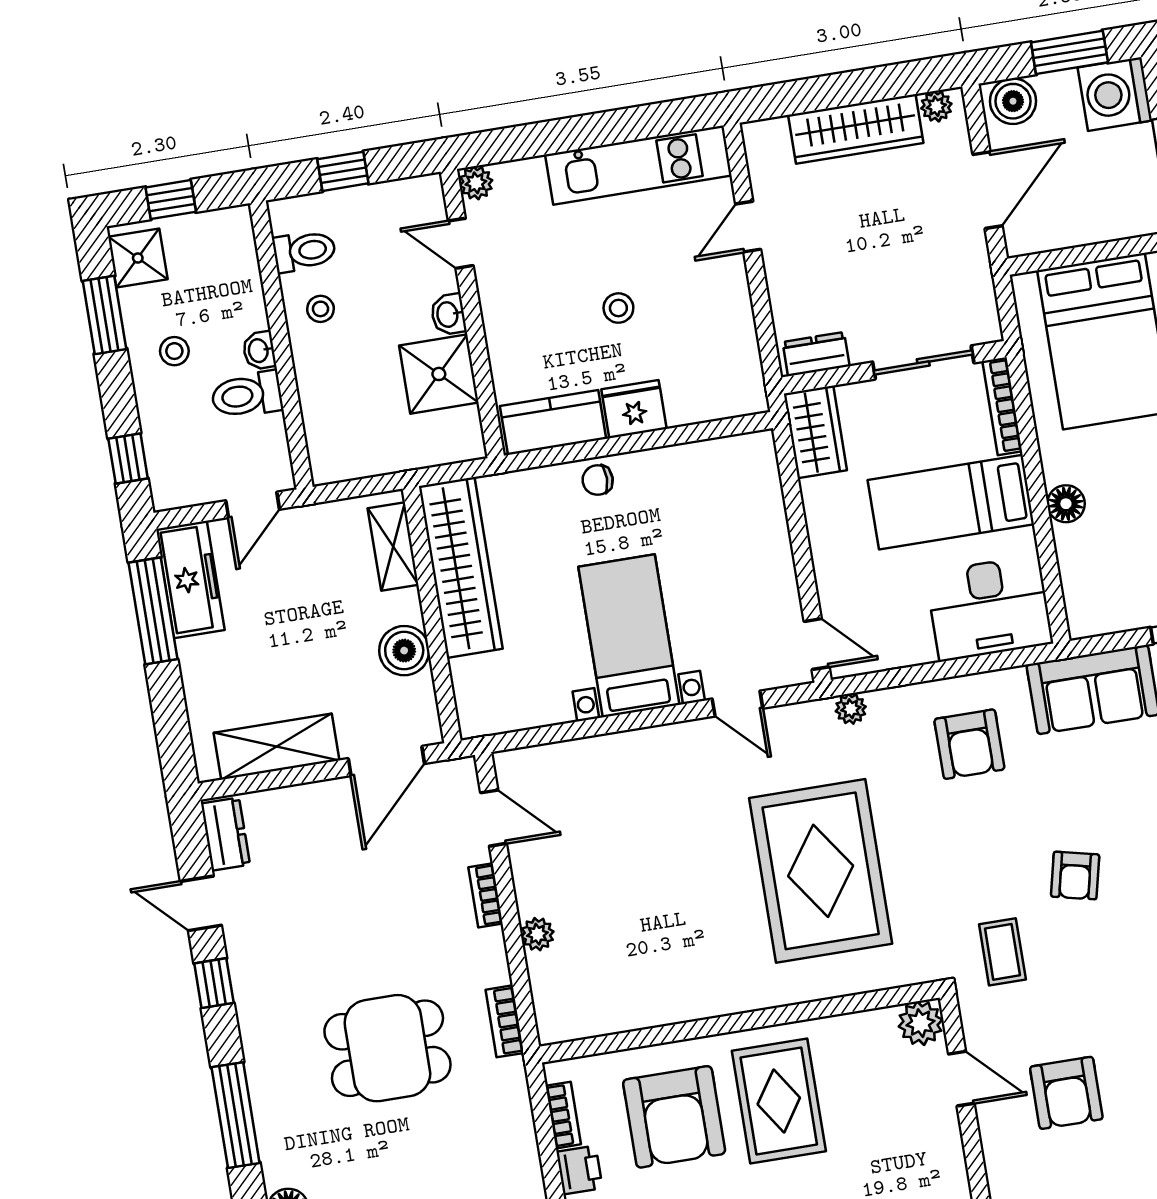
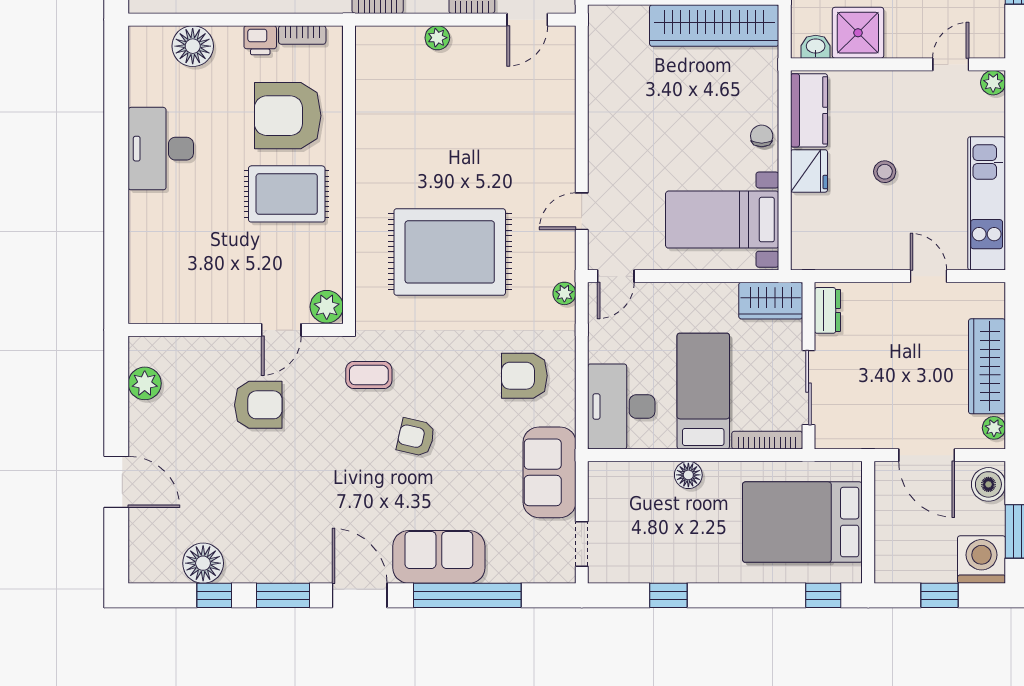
washbasin: (448, 314) -> (816, 47), moved
bed with nightstands: (629, 636) -> (722, 220), moved, turned 180
armchair: (1066, 1093) -> (258, 405), turned 180

